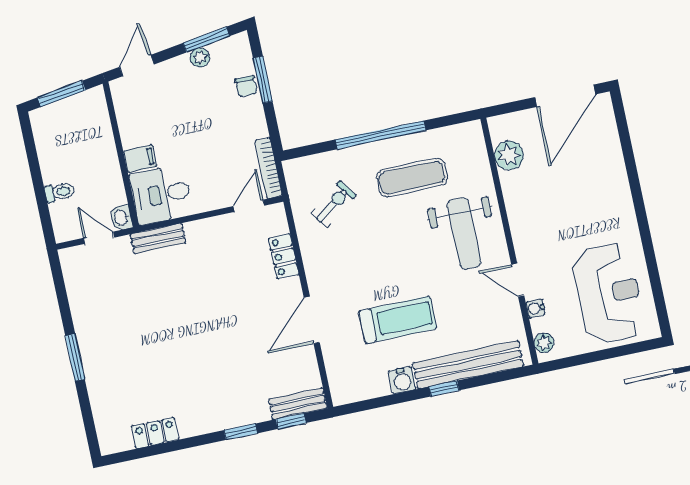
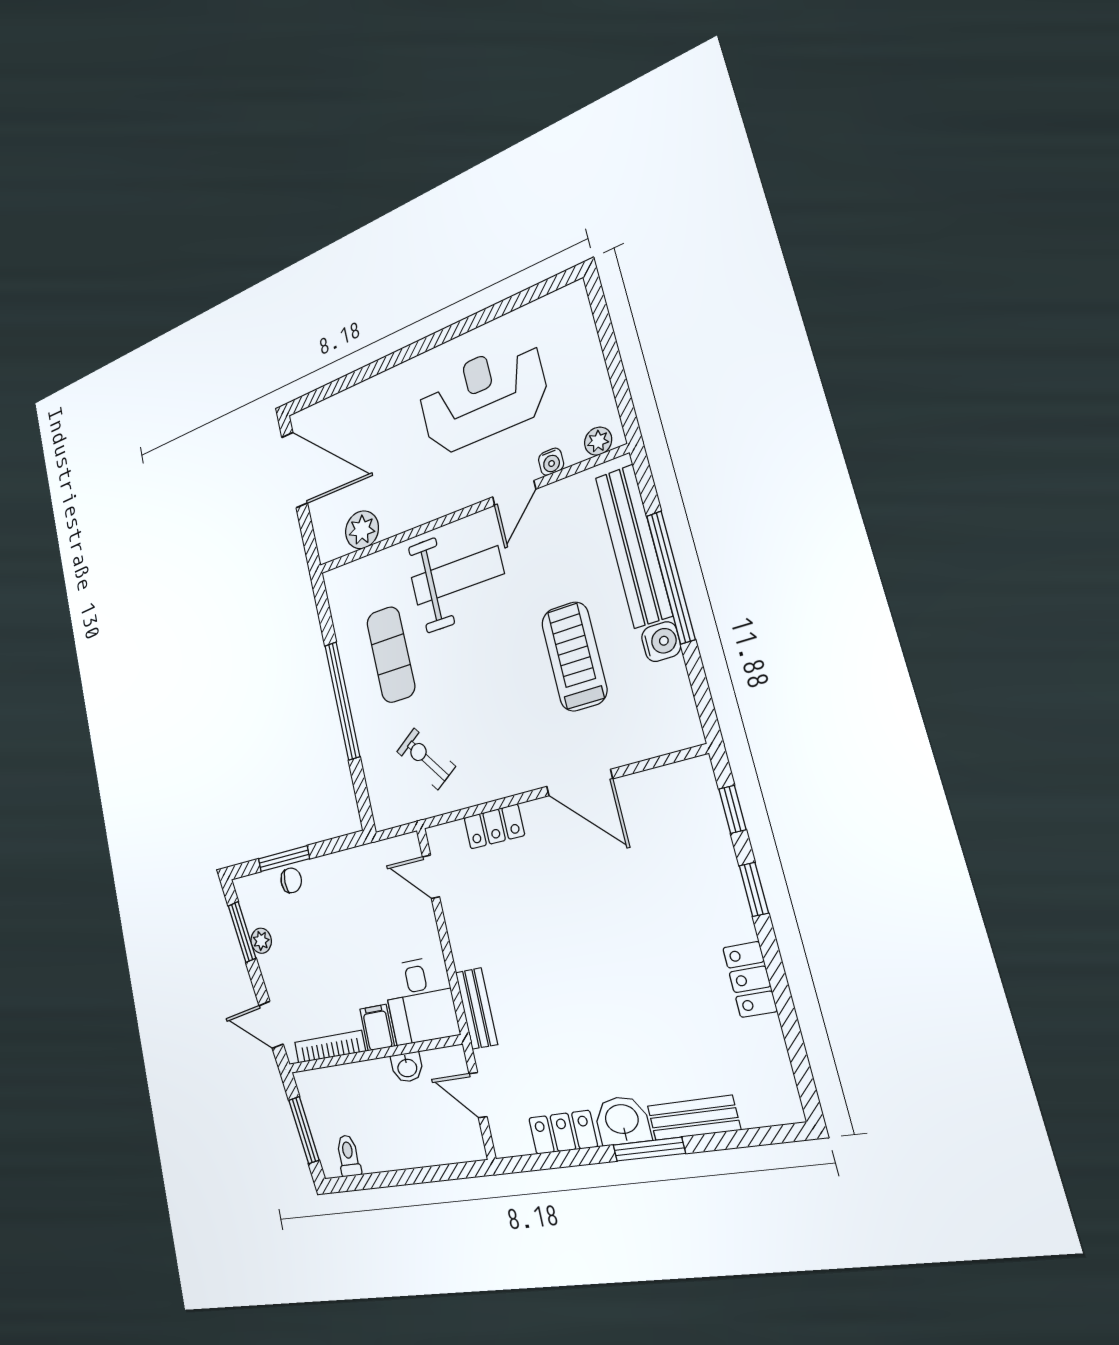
bookcase: (268, 168) -> (330, 1047), moved, turned 180
toilet: (60, 192) -> (348, 1156), moved
washbasin: (121, 218) -> (407, 1067), moved
door: (99, 238) -> (478, 1095), hinge flipped
reception desk: (609, 293) -> (483, 397), moved
locker: (80, 299) -> (563, 1132), added
washbasin: (91, 340) -> (622, 1120), added
window: (444, 389) -> (671, 577), width x3.17
bench: (298, 404) -> (694, 1118), moved, turned 90
locker: (155, 433) -> (750, 979), moved

